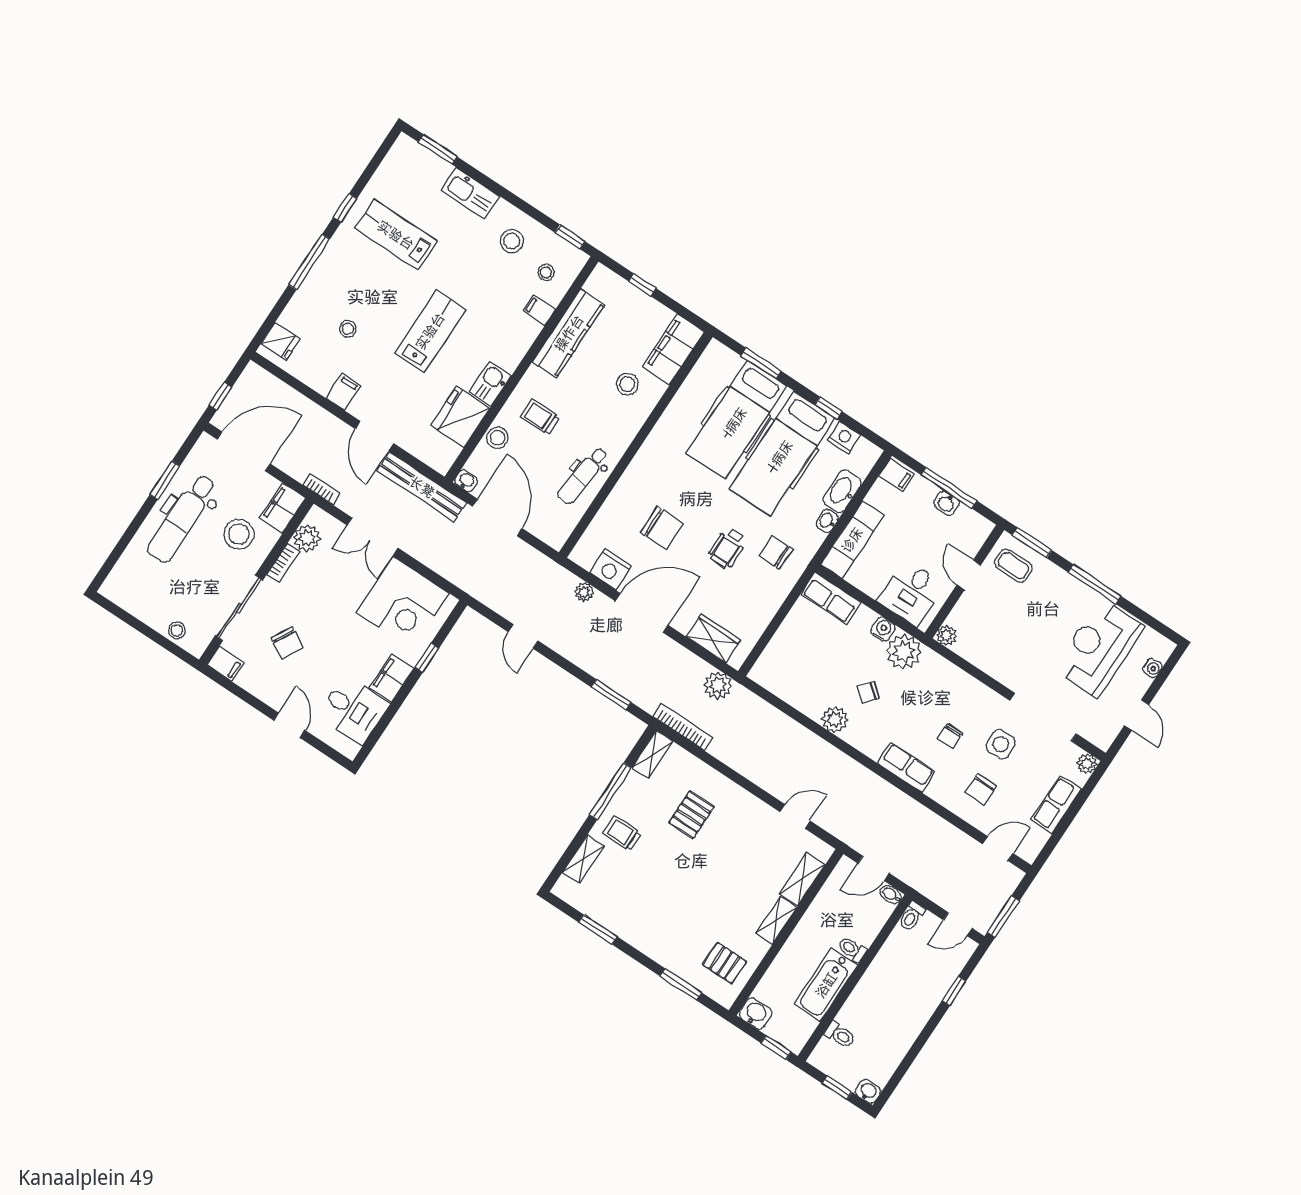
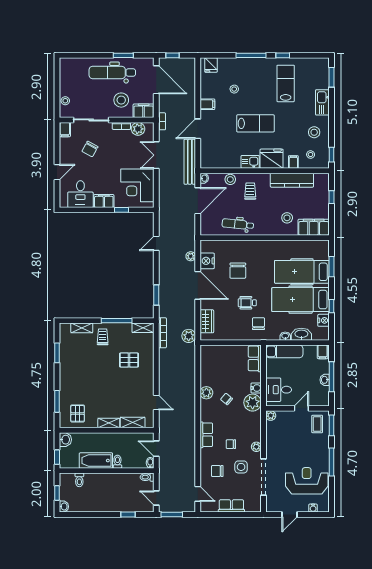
fridge: (461, 417) -> (272, 159), moved
plant: (1087, 764) -> (256, 447), moved

